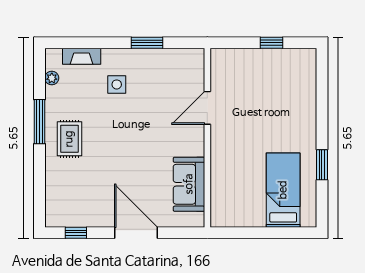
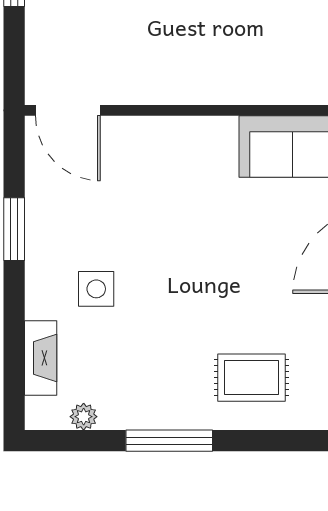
door: (207, 108) -> (68, 110), moved
rug: (69, 139) -> (252, 378), moved

